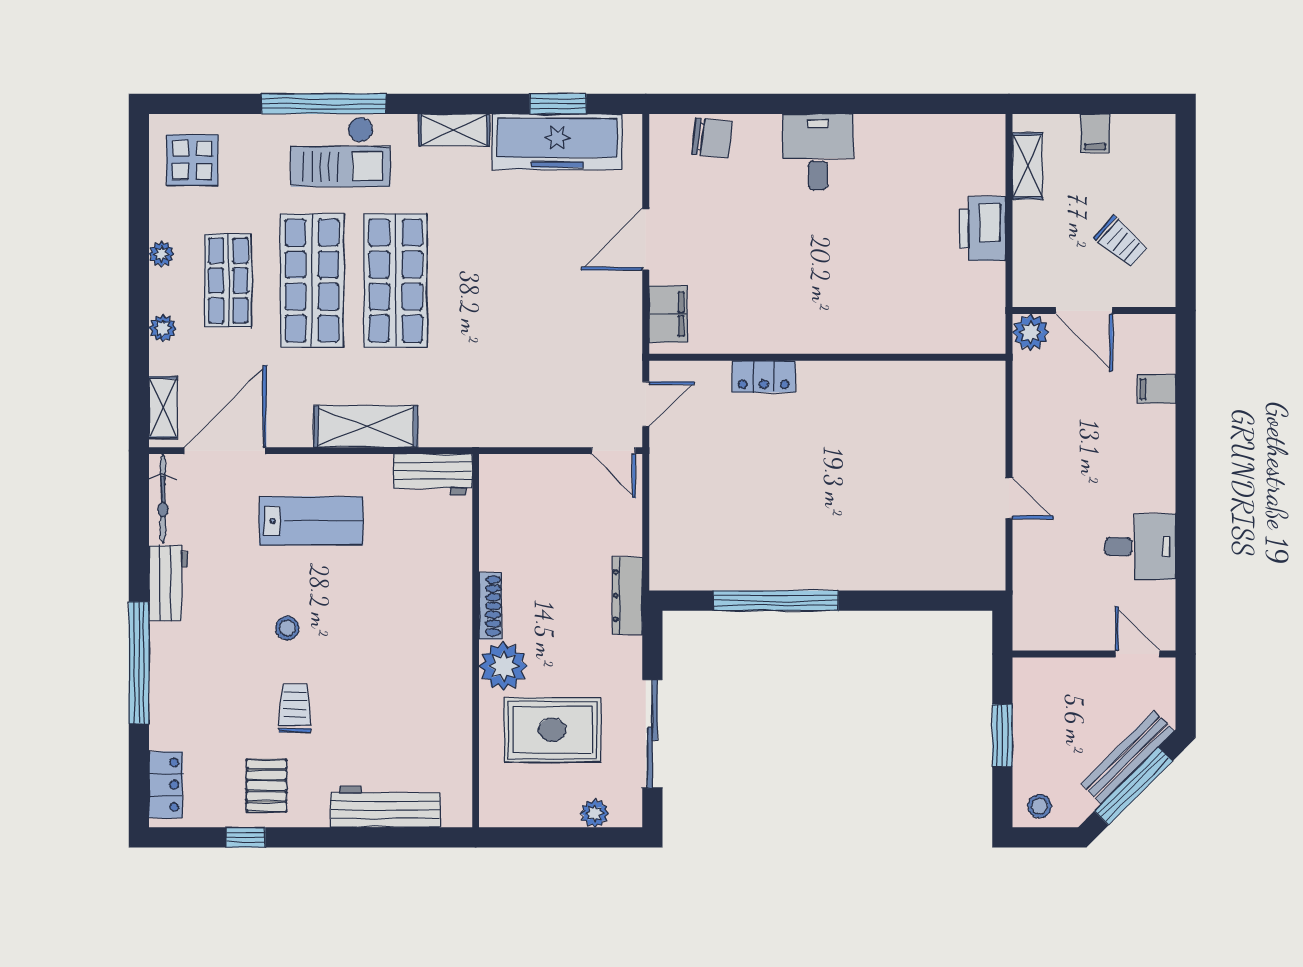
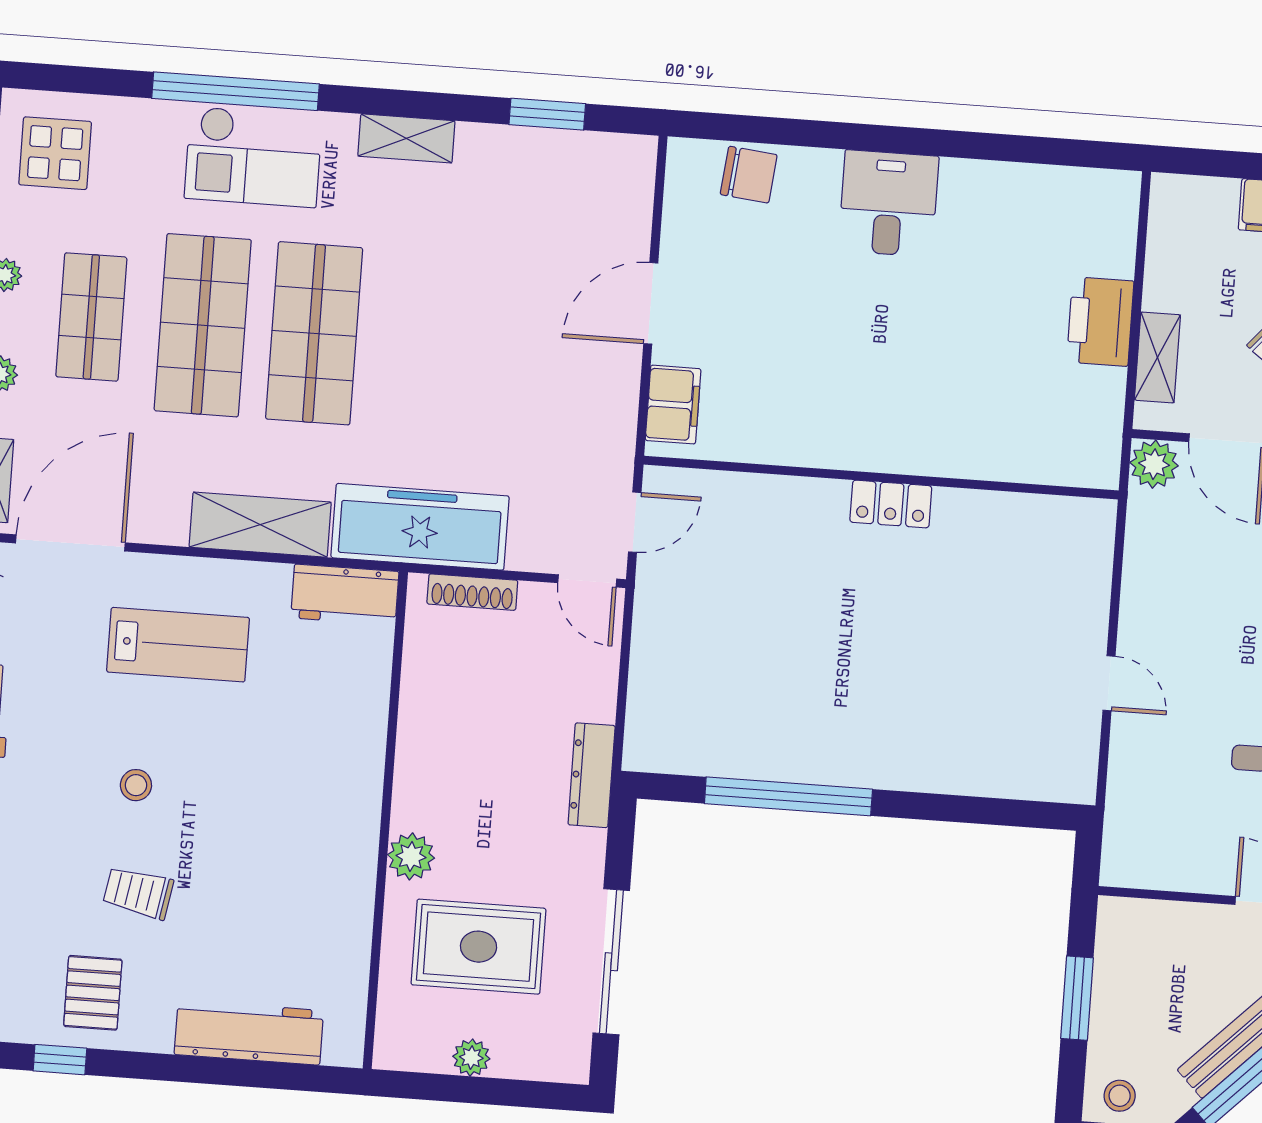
freezer: (557, 142) -> (420, 527), moved, turned 180
shelving: (1027, 166) -> (1157, 357), moved
locker: (764, 376) -> (891, 504), moved
shoe rack: (490, 606) -> (472, 592), moved, turned 90
plant: (503, 666) -> (411, 856), width x0.73, depth x0.73
trolley: (295, 708) -> (138, 893), turned -80
plant: (595, 813) -> (471, 1058), moved

